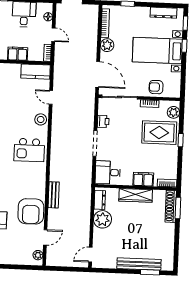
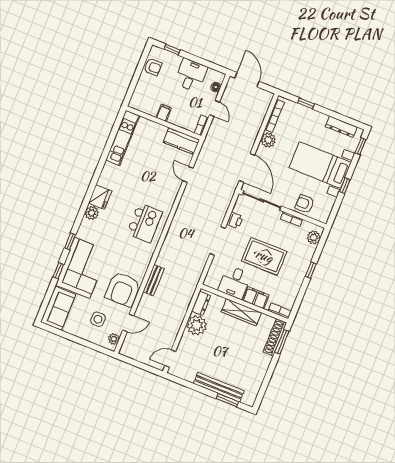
window: (184, 46) -> (345, 186), moved
filing cabinet: (18, 54) -> (164, 113), width x0.50
stool: (41, 119) -> (168, 194), removed
rug: (159, 133) -> (264, 256), moved
kitchen island: (29, 150) -> (145, 223), turned -90
desk: (108, 172) -> (235, 282), moved, turned -90
side table: (19, 243) -> (98, 319), added

